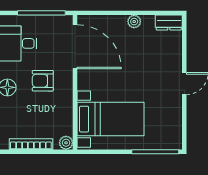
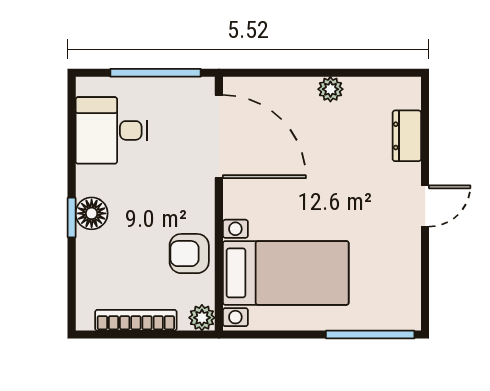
dresser: (169, 23) -> (407, 136), moved, turned 90
armchair: (43, 81) -> (189, 254), moved

